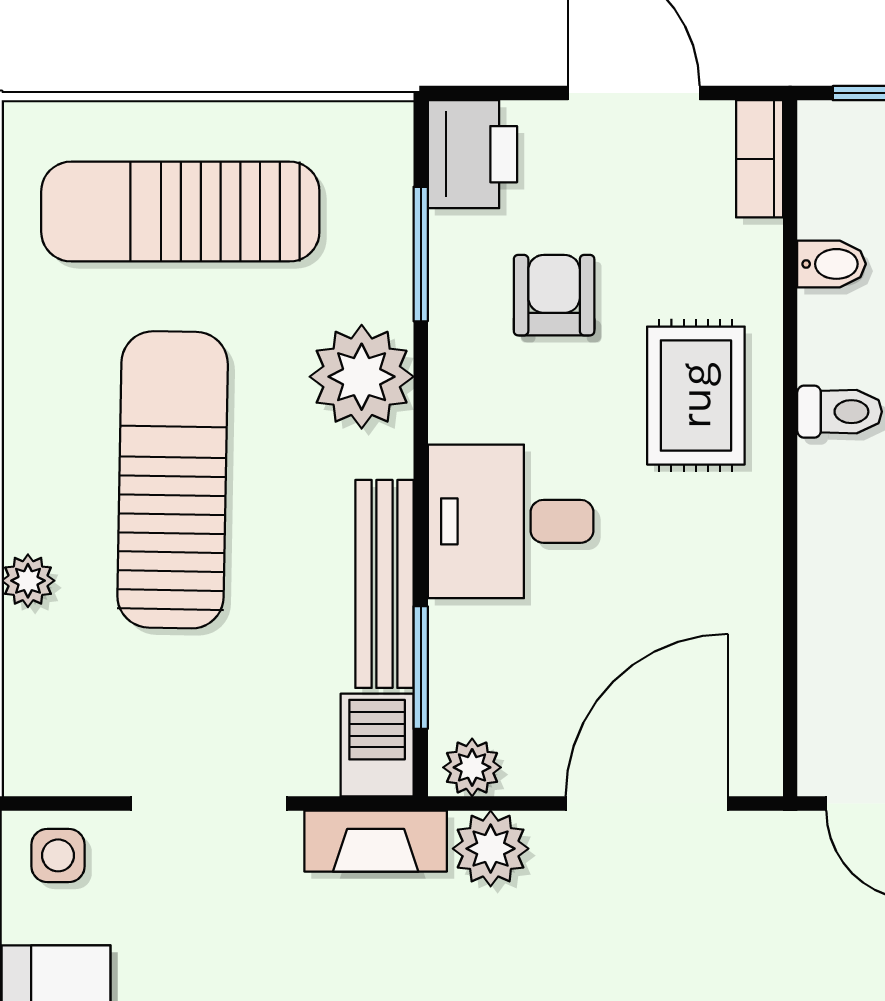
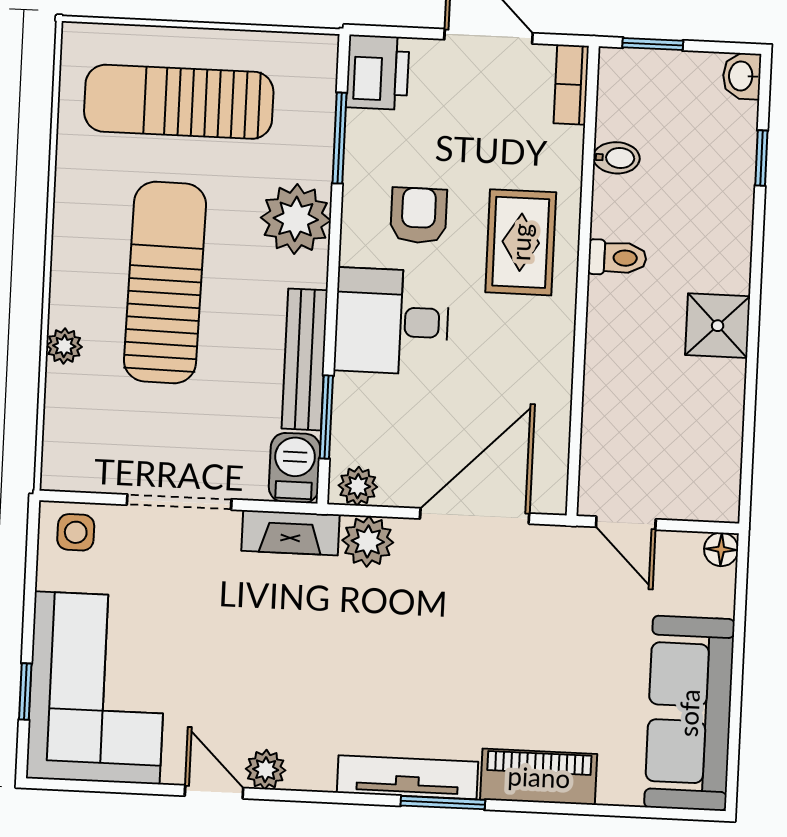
armchair: (554, 295) -> (419, 215), moved

